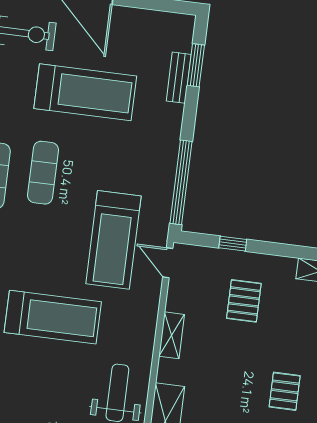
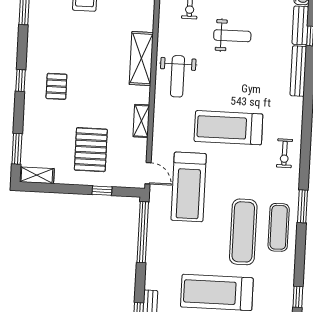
exercise mat: (43, 173) -> (243, 232), width x1.36, depth x1.45
treadmill: (113, 240) -> (189, 187), turned 180
pallet: (244, 301) -> (91, 150), width x1.50, depth x1.42

